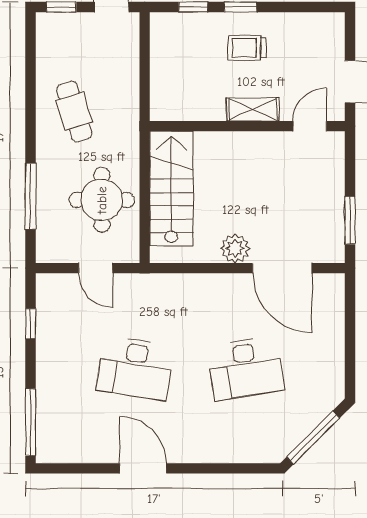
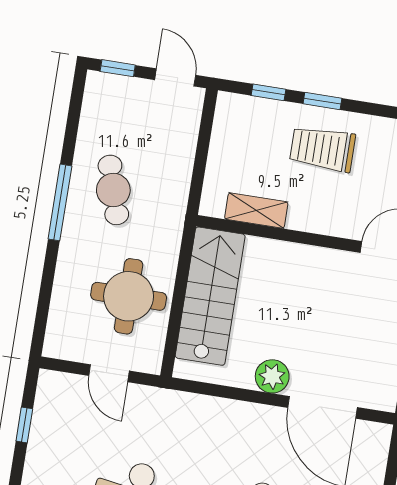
trolley: (247, 48) -> (323, 149), width x1.36, depth x1.39
shelving: (253, 109) -> (256, 211), moved
window: (31, 196) -> (60, 202), moved

